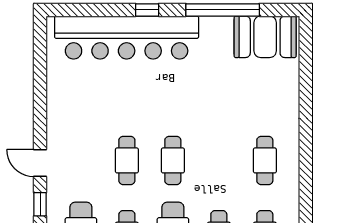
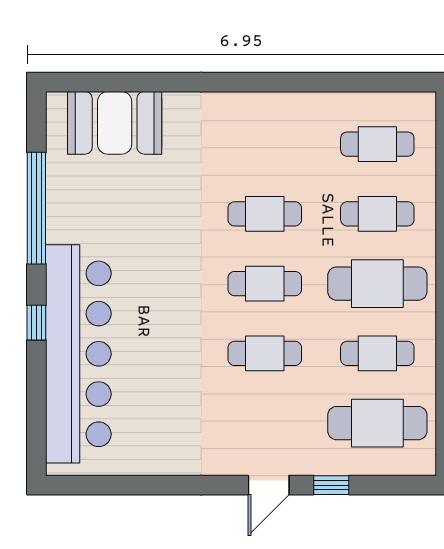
booth: (265, 37) -> (115, 123), moved, turned 90
cafe table: (265, 160) -> (265, 214), moved

